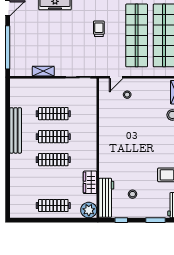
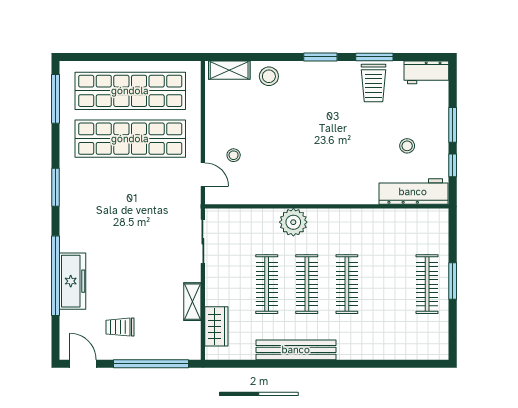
trolley: (99, 29) -> (120, 327), moved
wardrobe: (90, 182) -> (216, 326), moved, turned -90
plant: (89, 210) -> (293, 222), moved
window: (55, 220) -> (453, 281), added
window: (155, 220) -> (453, 125), moved

